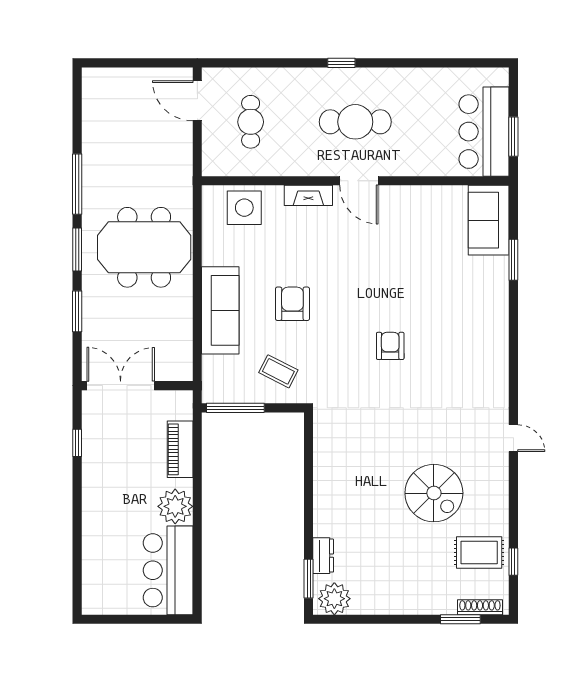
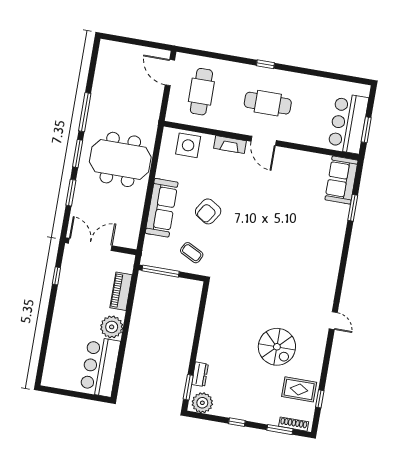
cafe table: (251, 122) -> (201, 92), width x1.37, depth x1.35
armchair: (292, 304) -> (208, 211), turned -147
armchair: (390, 346) -> (265, 249), removed
window: (393, 619) -> (237, 422), added

